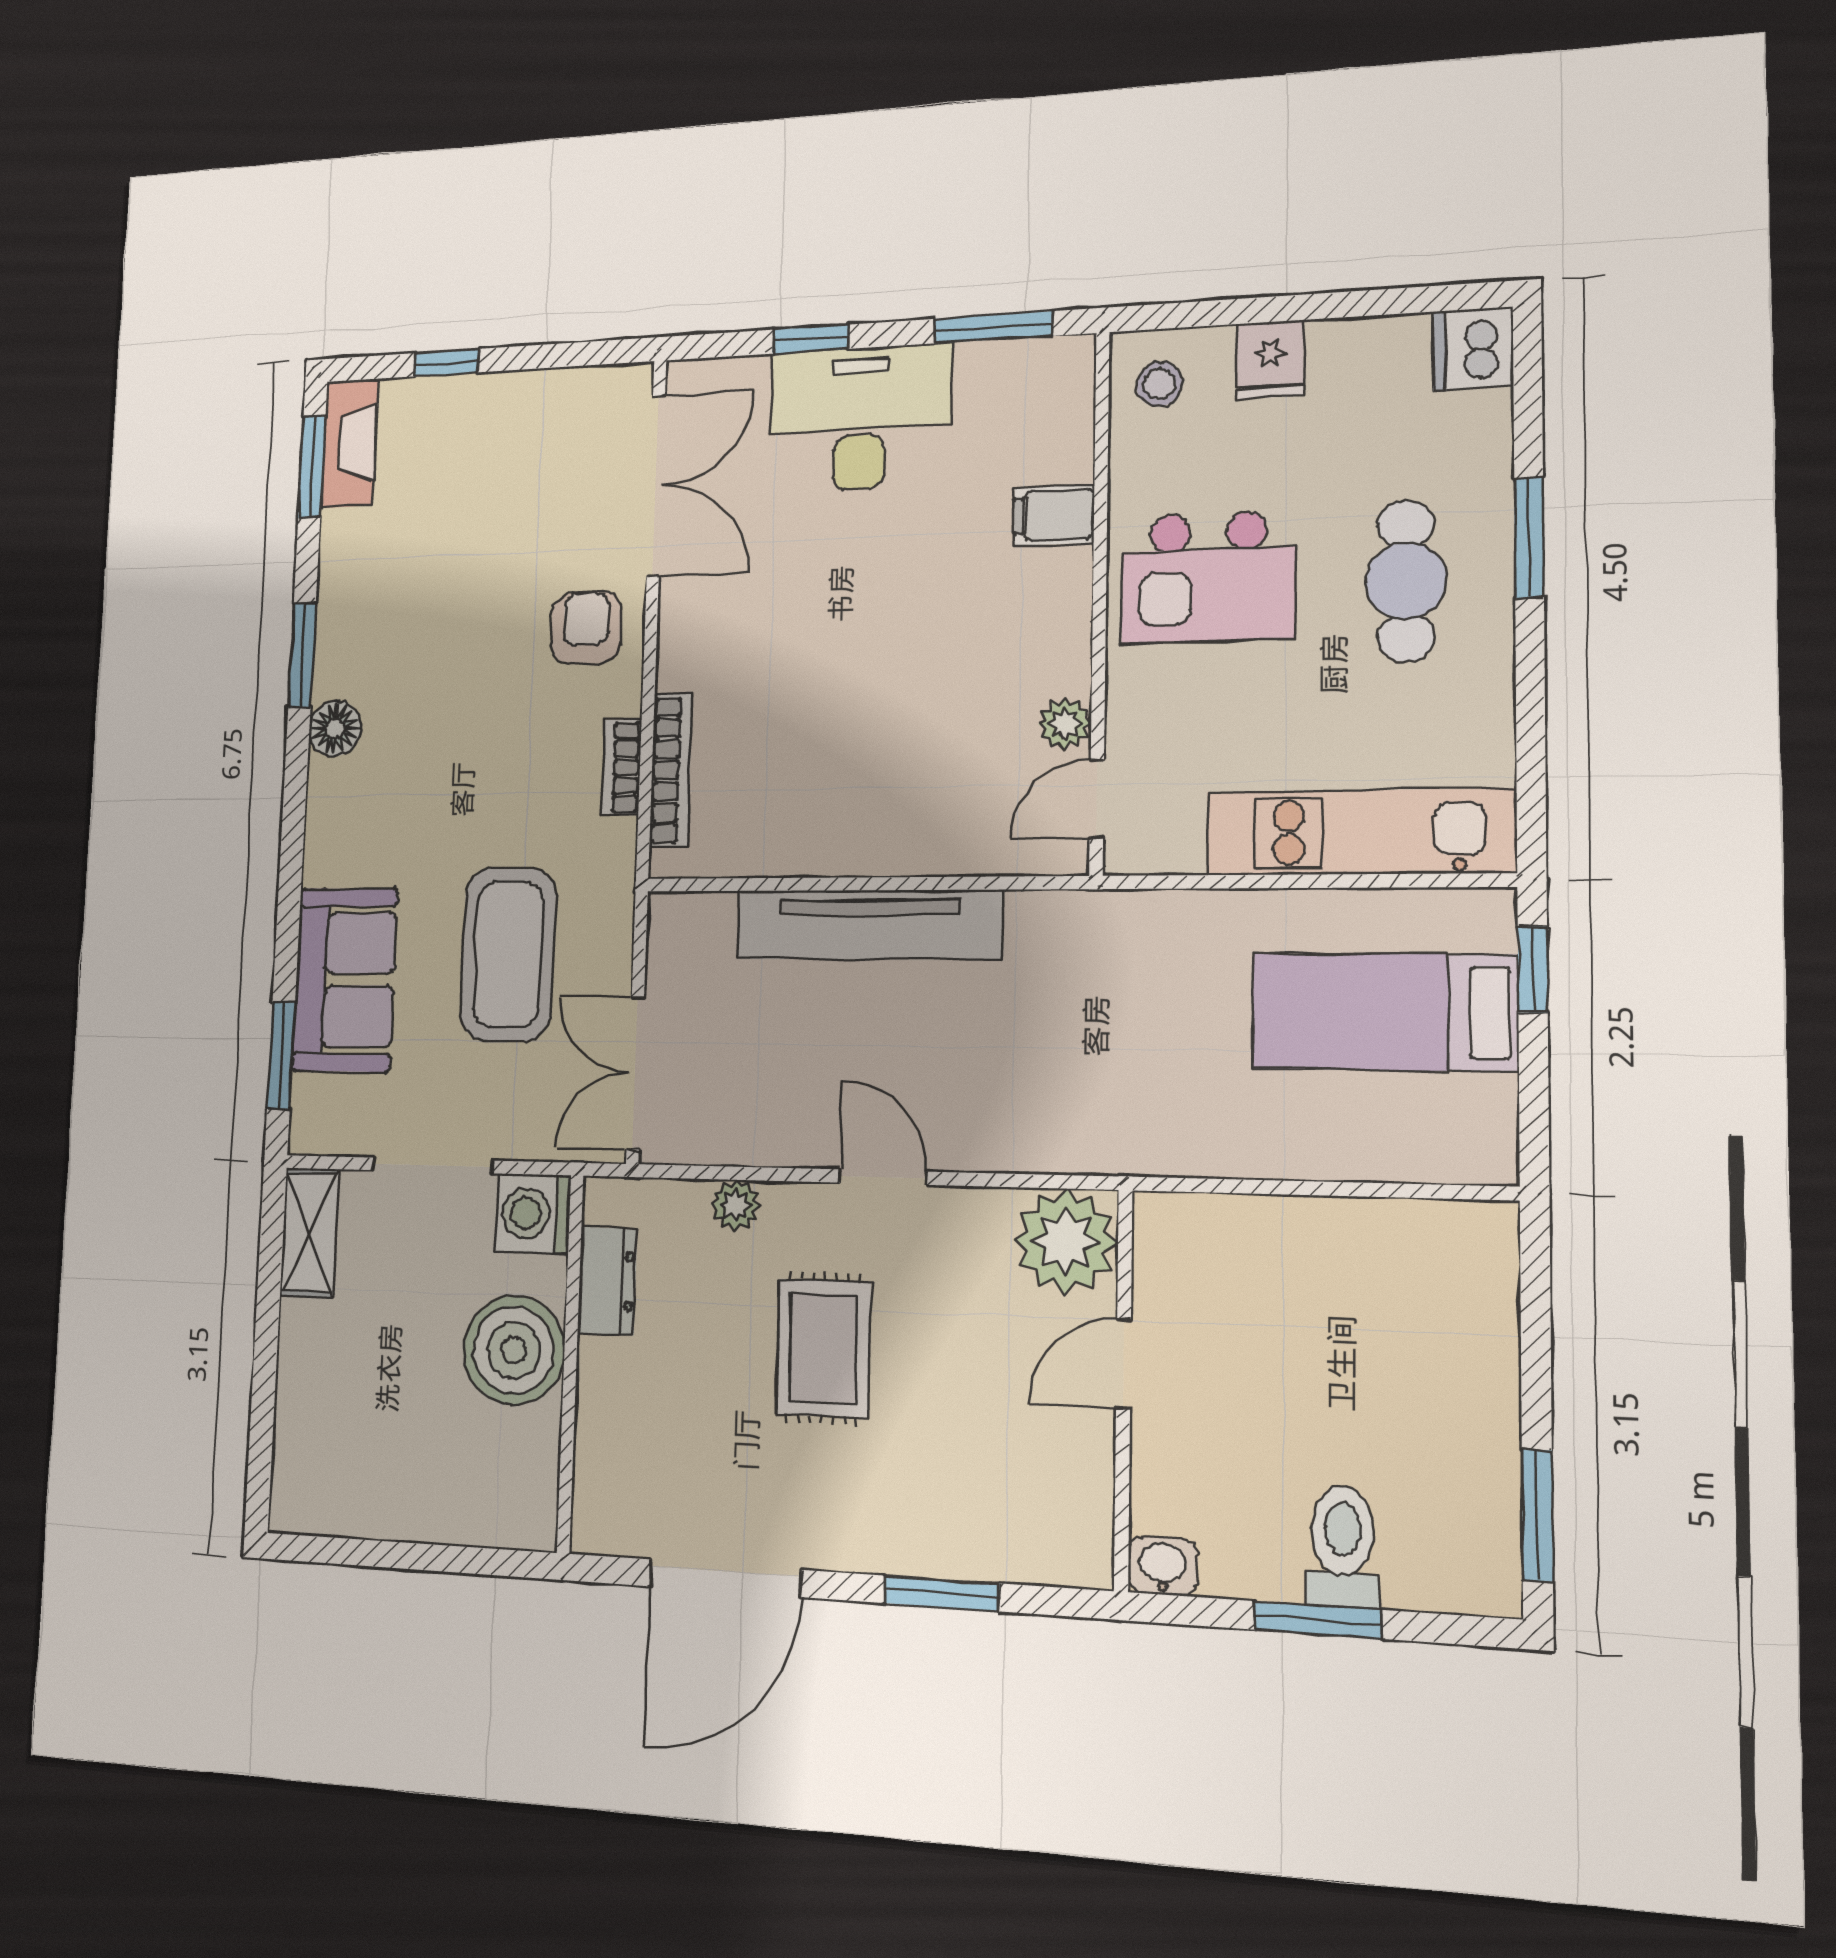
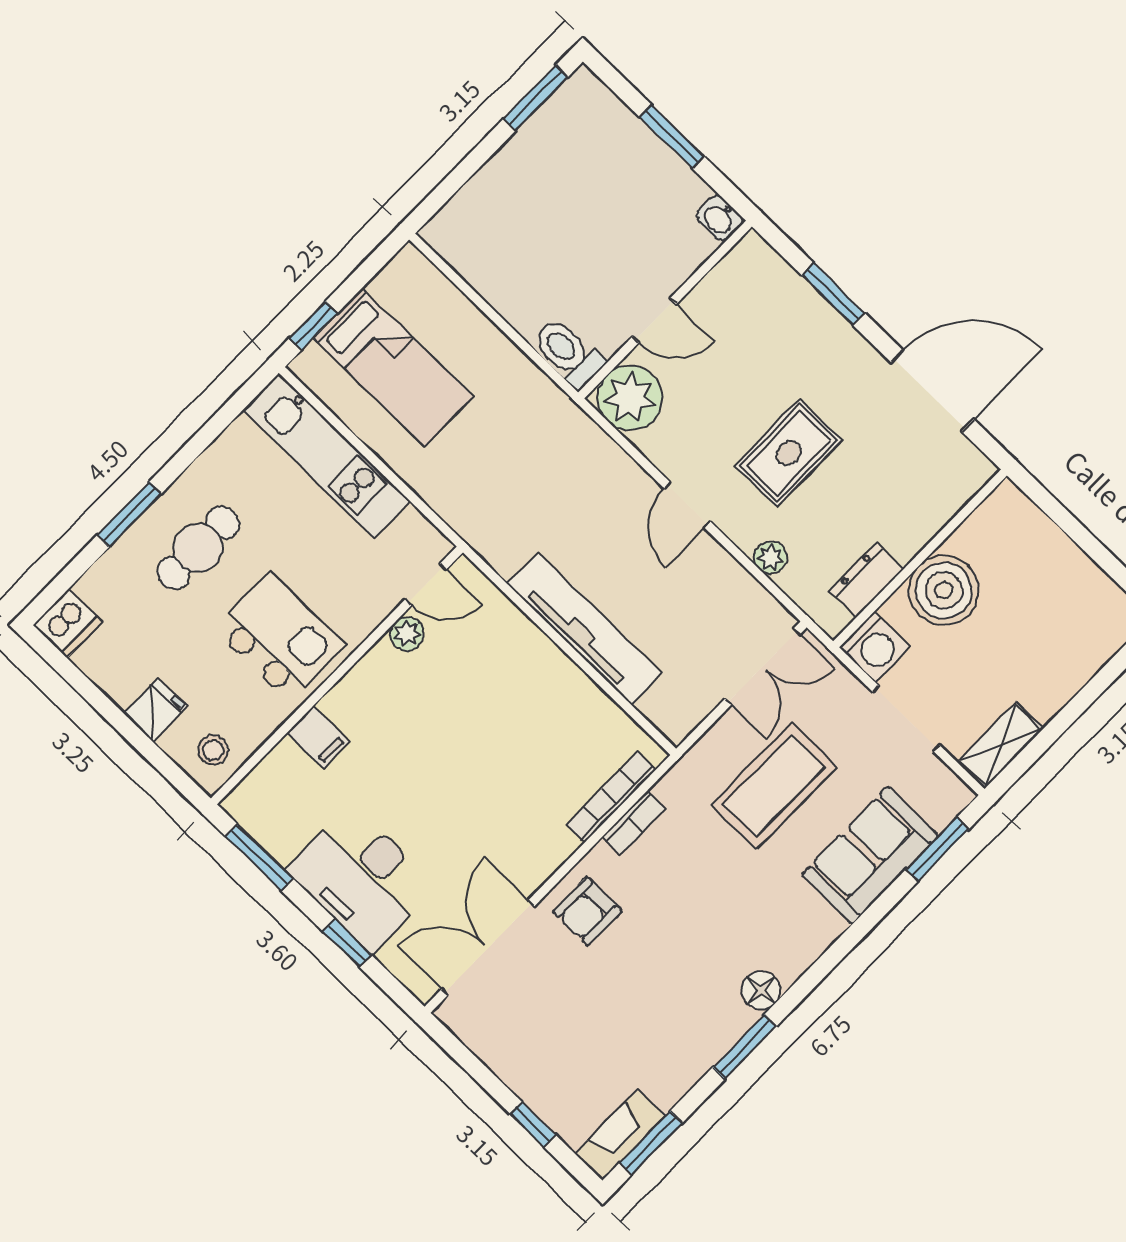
toilet: (1343, 1546) -> (568, 353), moved, turned 90

